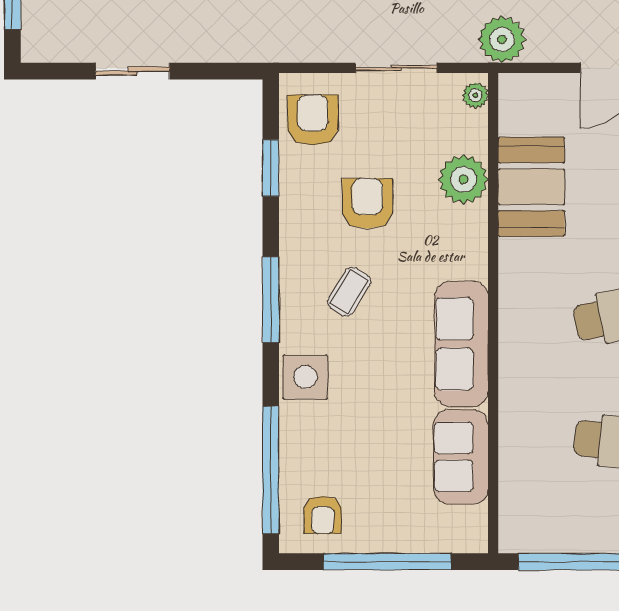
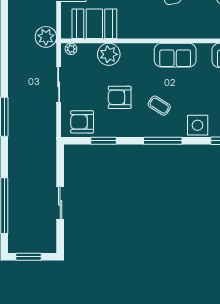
booth: (531, 187) -> (94, 24), moved
sofa: (461, 344) -> (175, 55), width x0.73

